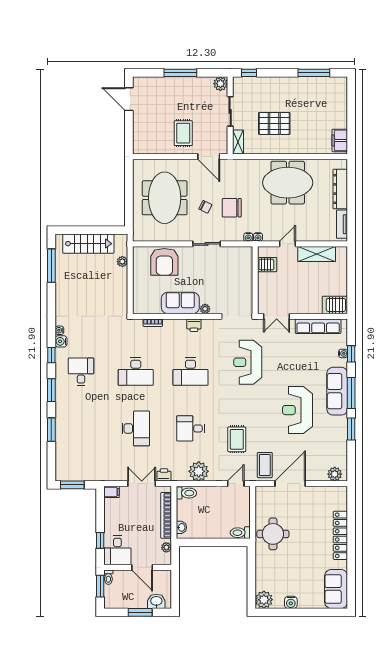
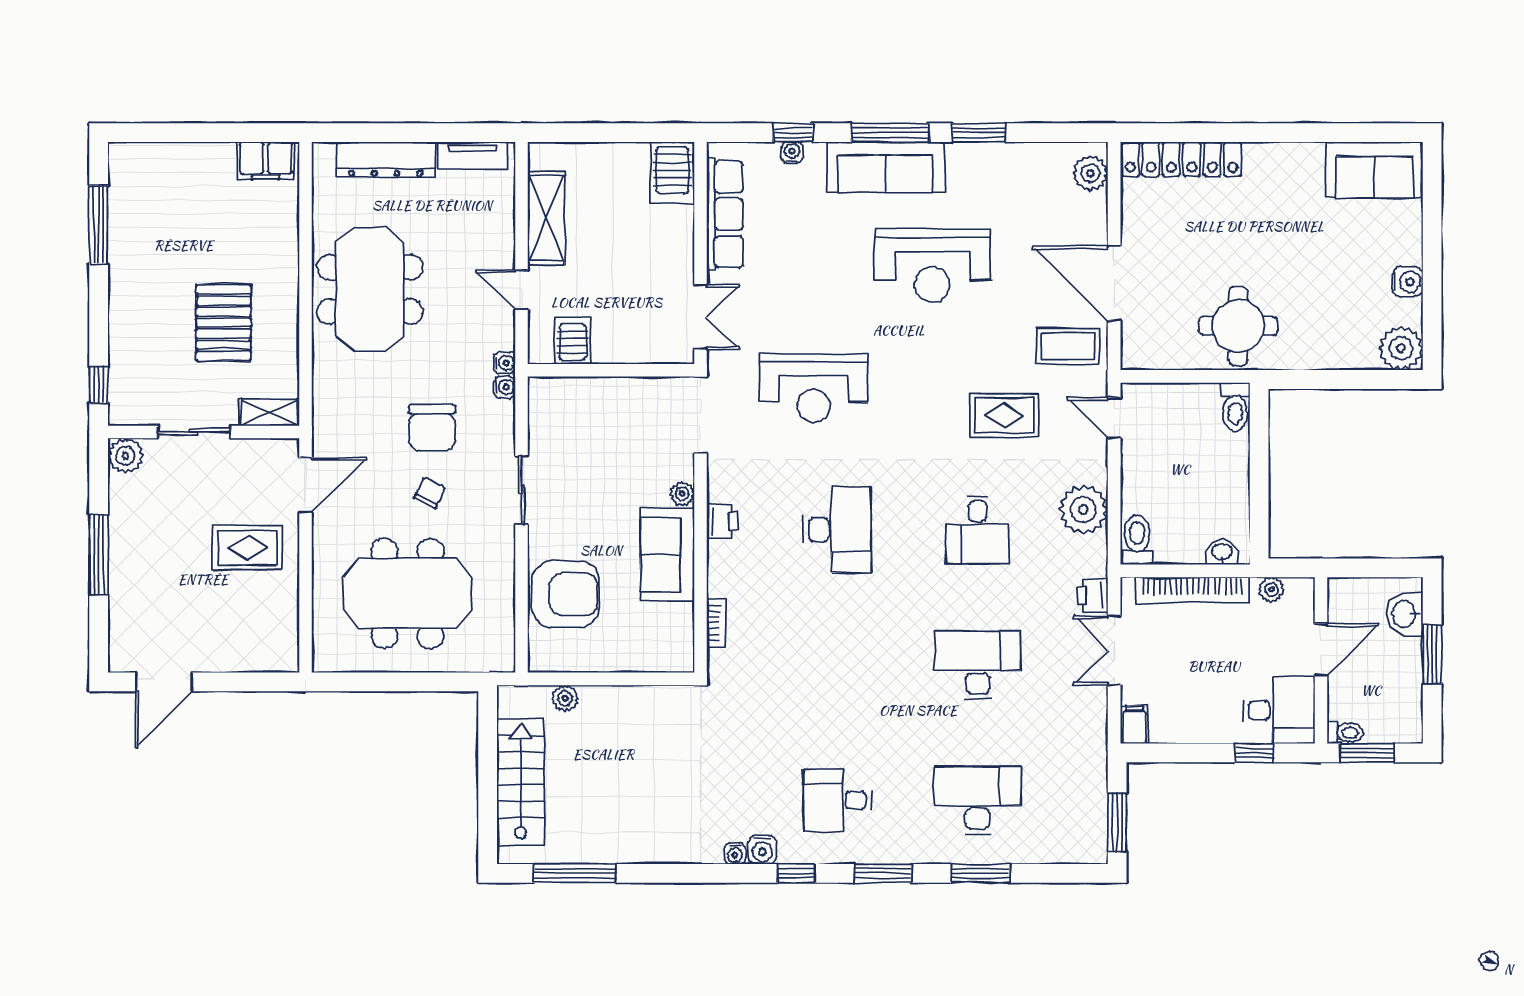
desk: (136, 372) -> (978, 800), moved, turned -90
locker: (340, 535) -> (1182, 159), moved

